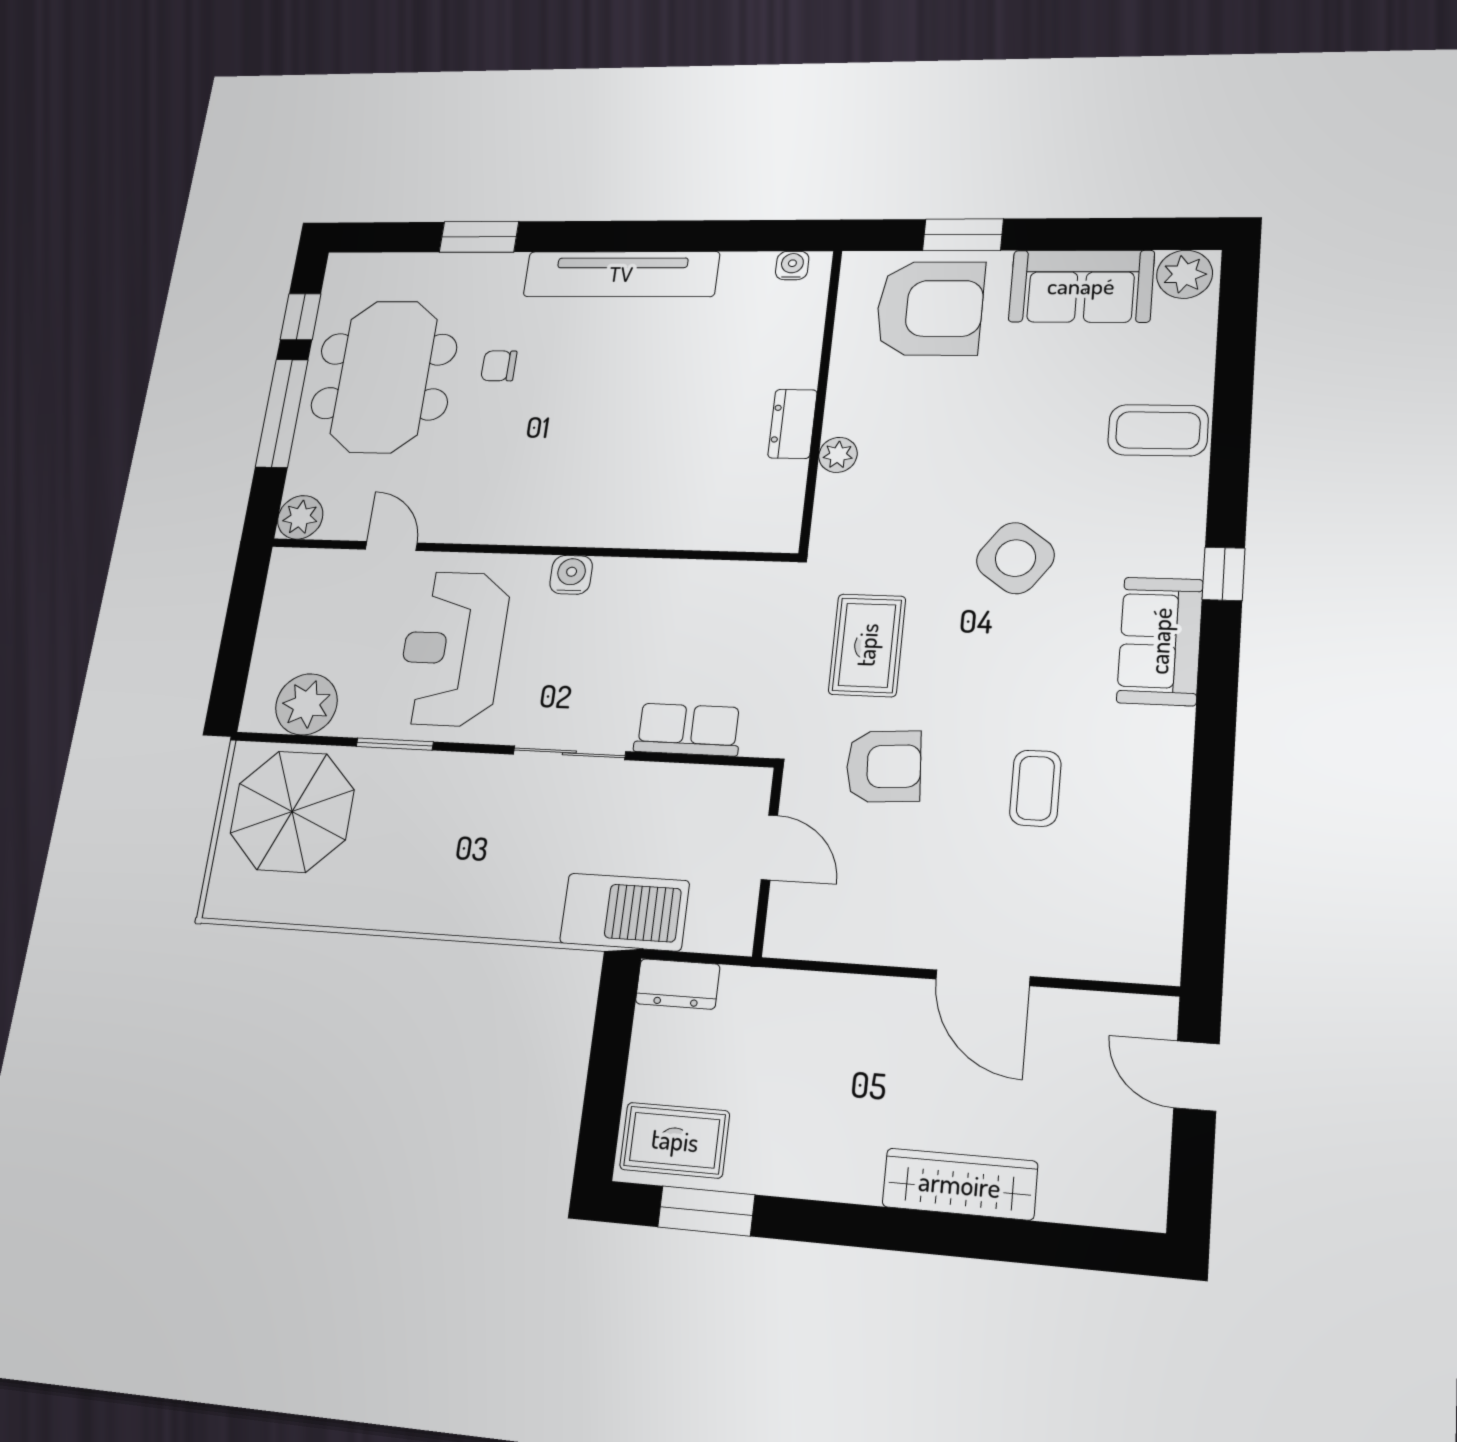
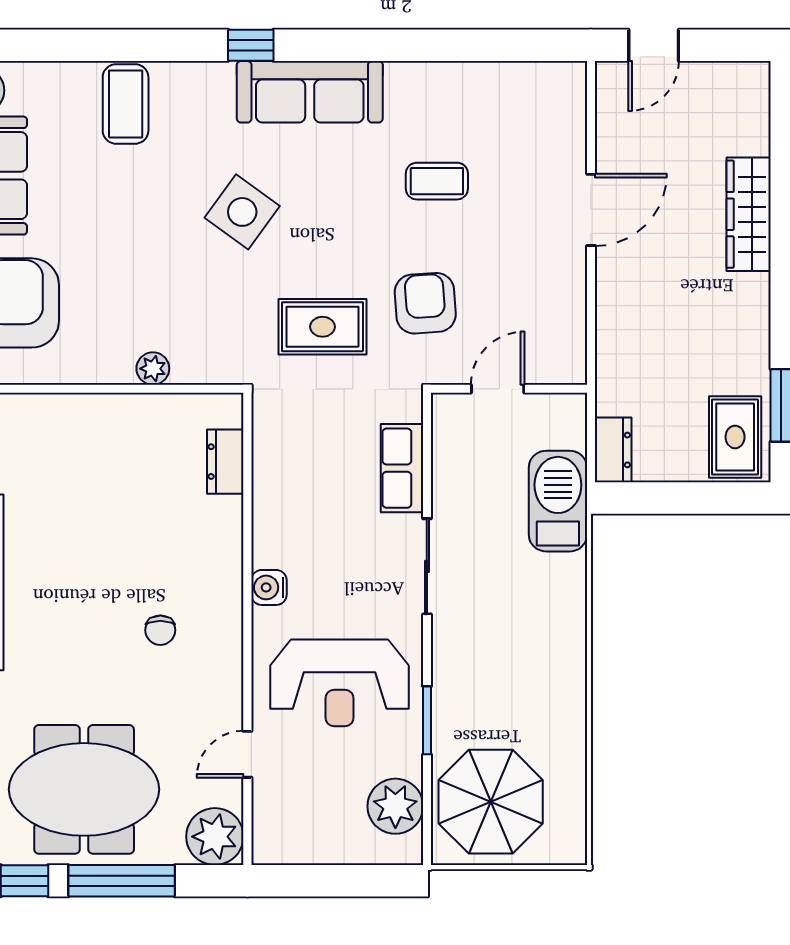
chair: (499, 366) -> (160, 630), moved
dresser: (792, 424) -> (225, 462), moved, turned 90
plant: (300, 517) -> (215, 837), width x1.36, depth x1.36
sofa: (1160, 641) -> (310, 92), width x1.36

